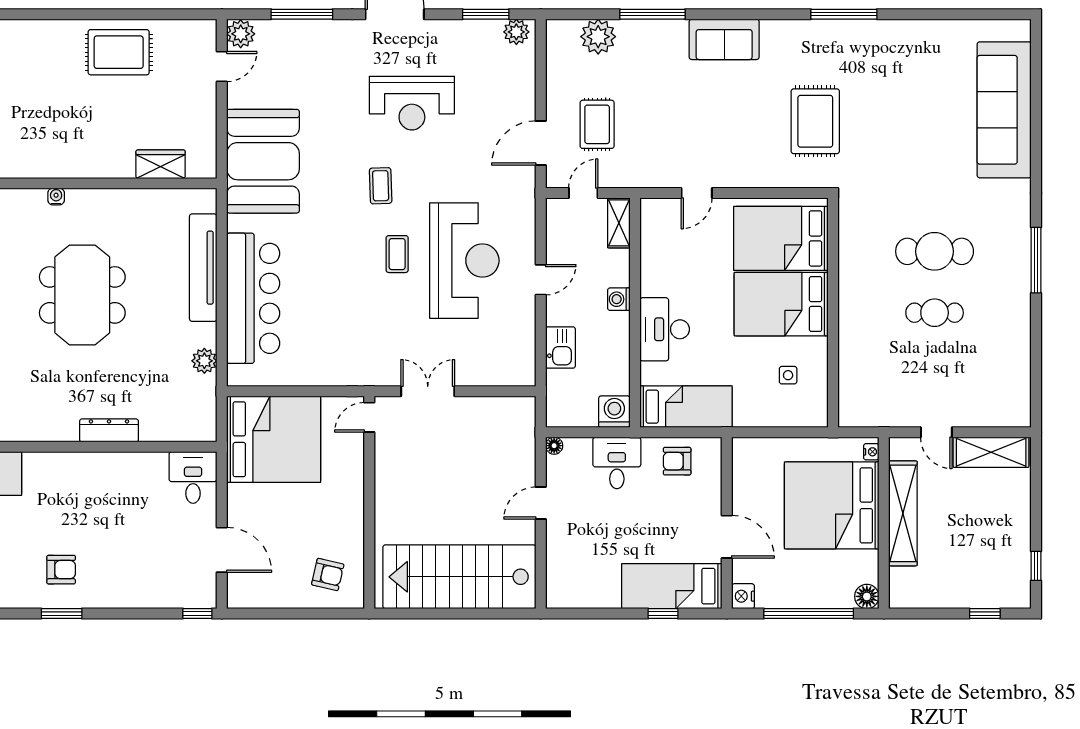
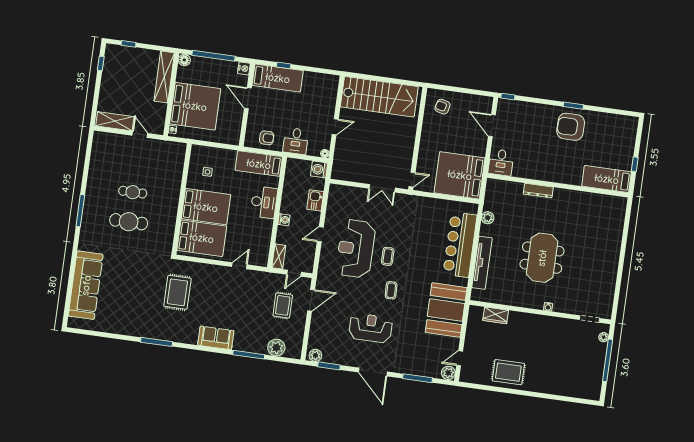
washing machine: (614, 412) -> (319, 169), moved, turned 90
shelving: (903, 513) -> (164, 77), moved
armchair: (61, 570) -> (571, 127), width x1.88, depth x1.88

